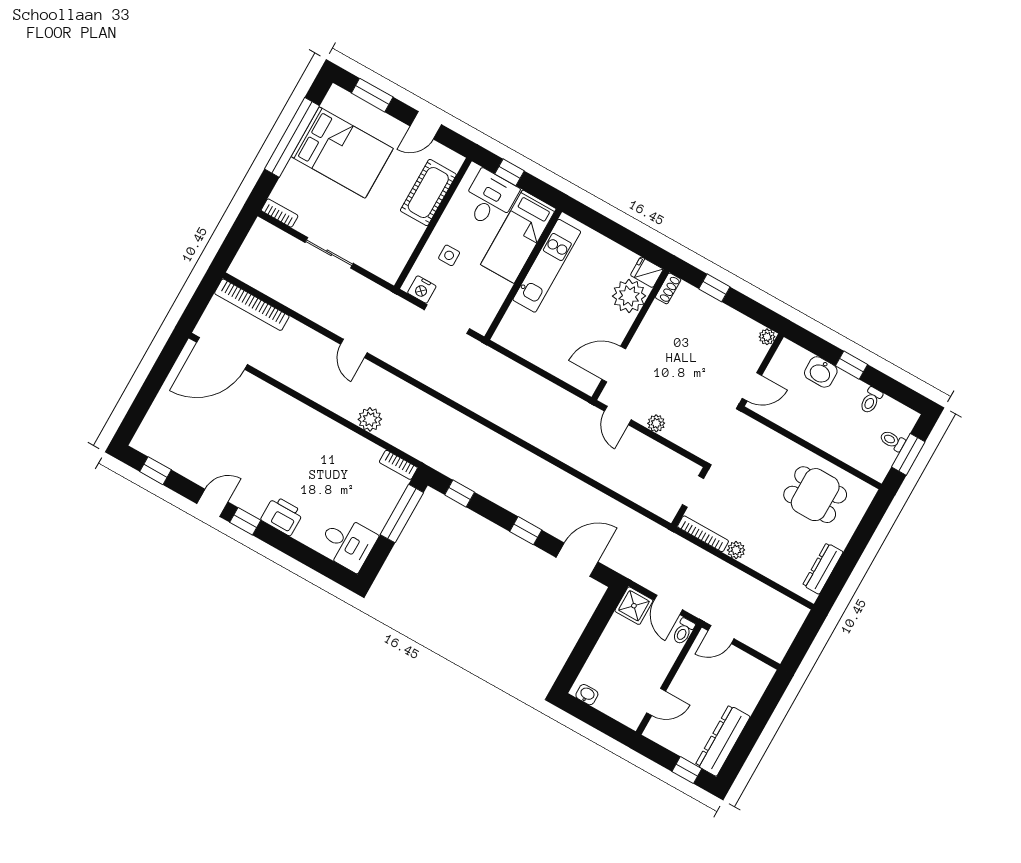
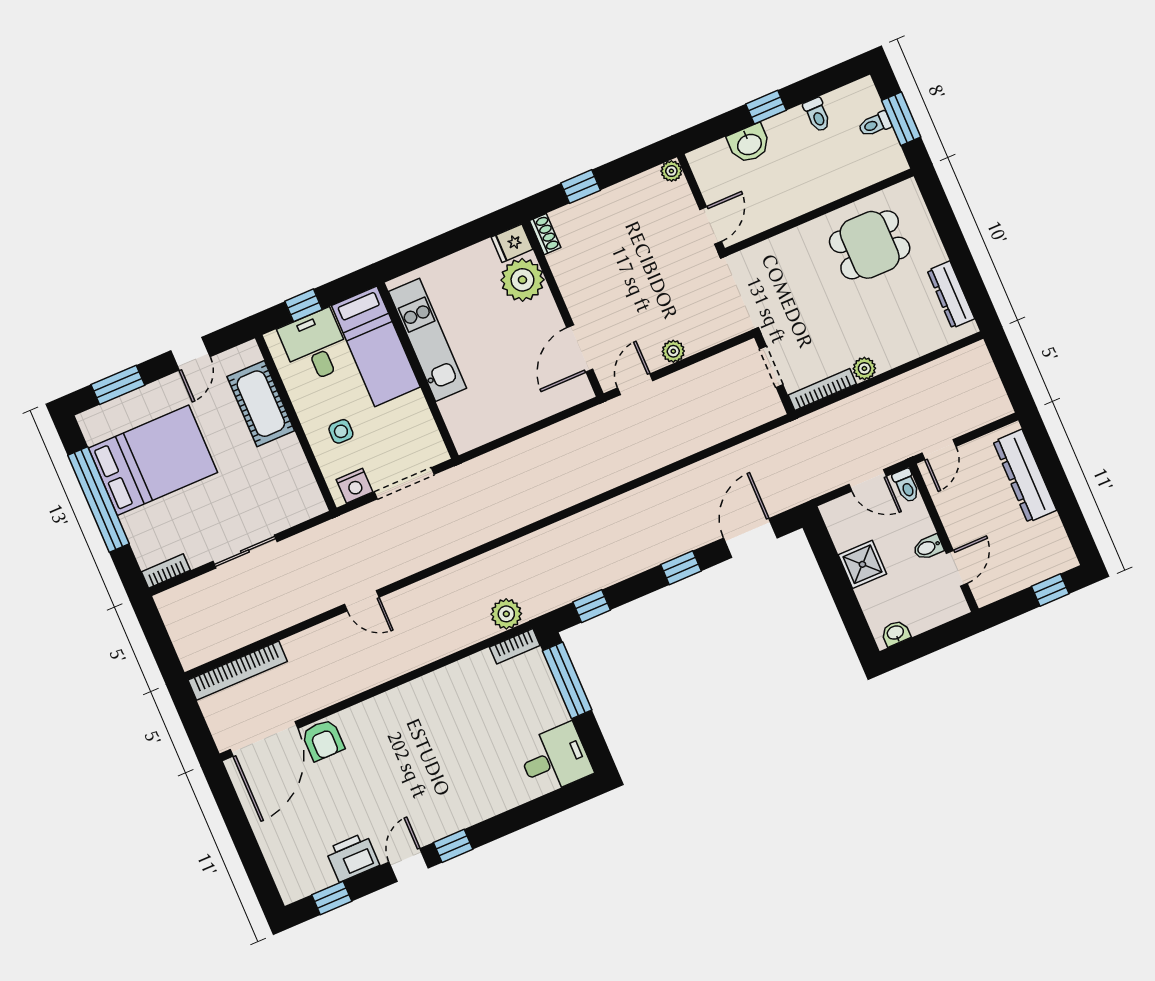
armchair: (249, 390) -> (323, 740), added
door: (618, 415) -> (635, 384), swing flipped
plant: (370, 419) -> (506, 614), moved
printer: (282, 516) -> (352, 857), moved
shower: (634, 606) -> (862, 564), moved
bidet: (655, 674) -> (928, 547), added
dresser: (723, 741) -> (1025, 476), moved

